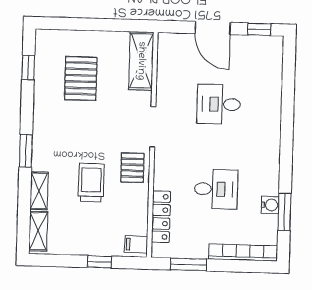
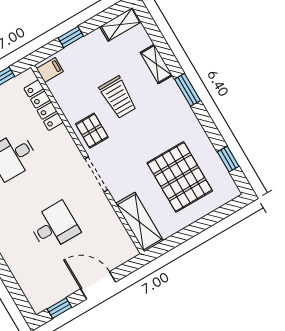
pallet: (81, 78) -> (180, 177), width x1.37, depth x1.41
shelving: (38, 231) -> (120, 24), moved, turned 90

